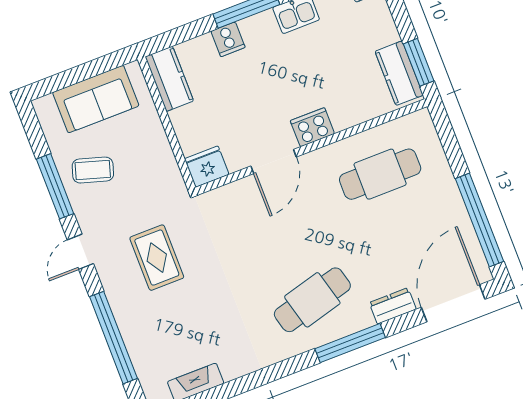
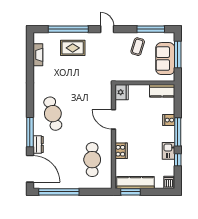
kitchen counter: (399, 73) -> (135, 183), width x1.50
window: (76, 75) -> (178, 54), added
cooker: (312, 127) -> (121, 151), moved
window: (55, 186) -> (151, 29), moved
rug: (157, 258) -> (73, 48), moved
window: (350, 343) -> (30, 132), moved

